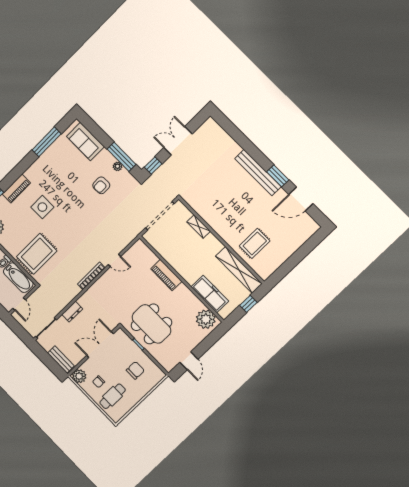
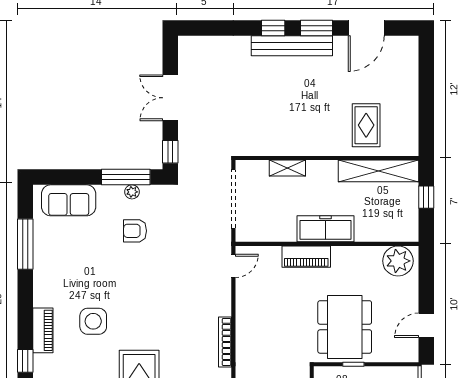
window: (258, 156) -> (273, 28), added
armchair: (101, 185) -> (135, 231), turned 91
door: (115, 260) -> (233, 266), moved
freezer: (210, 294) -> (325, 229), moved
dining table: (151, 324) -> (345, 327), turned 90
door: (189, 361) -> (426, 325), swing flipped

